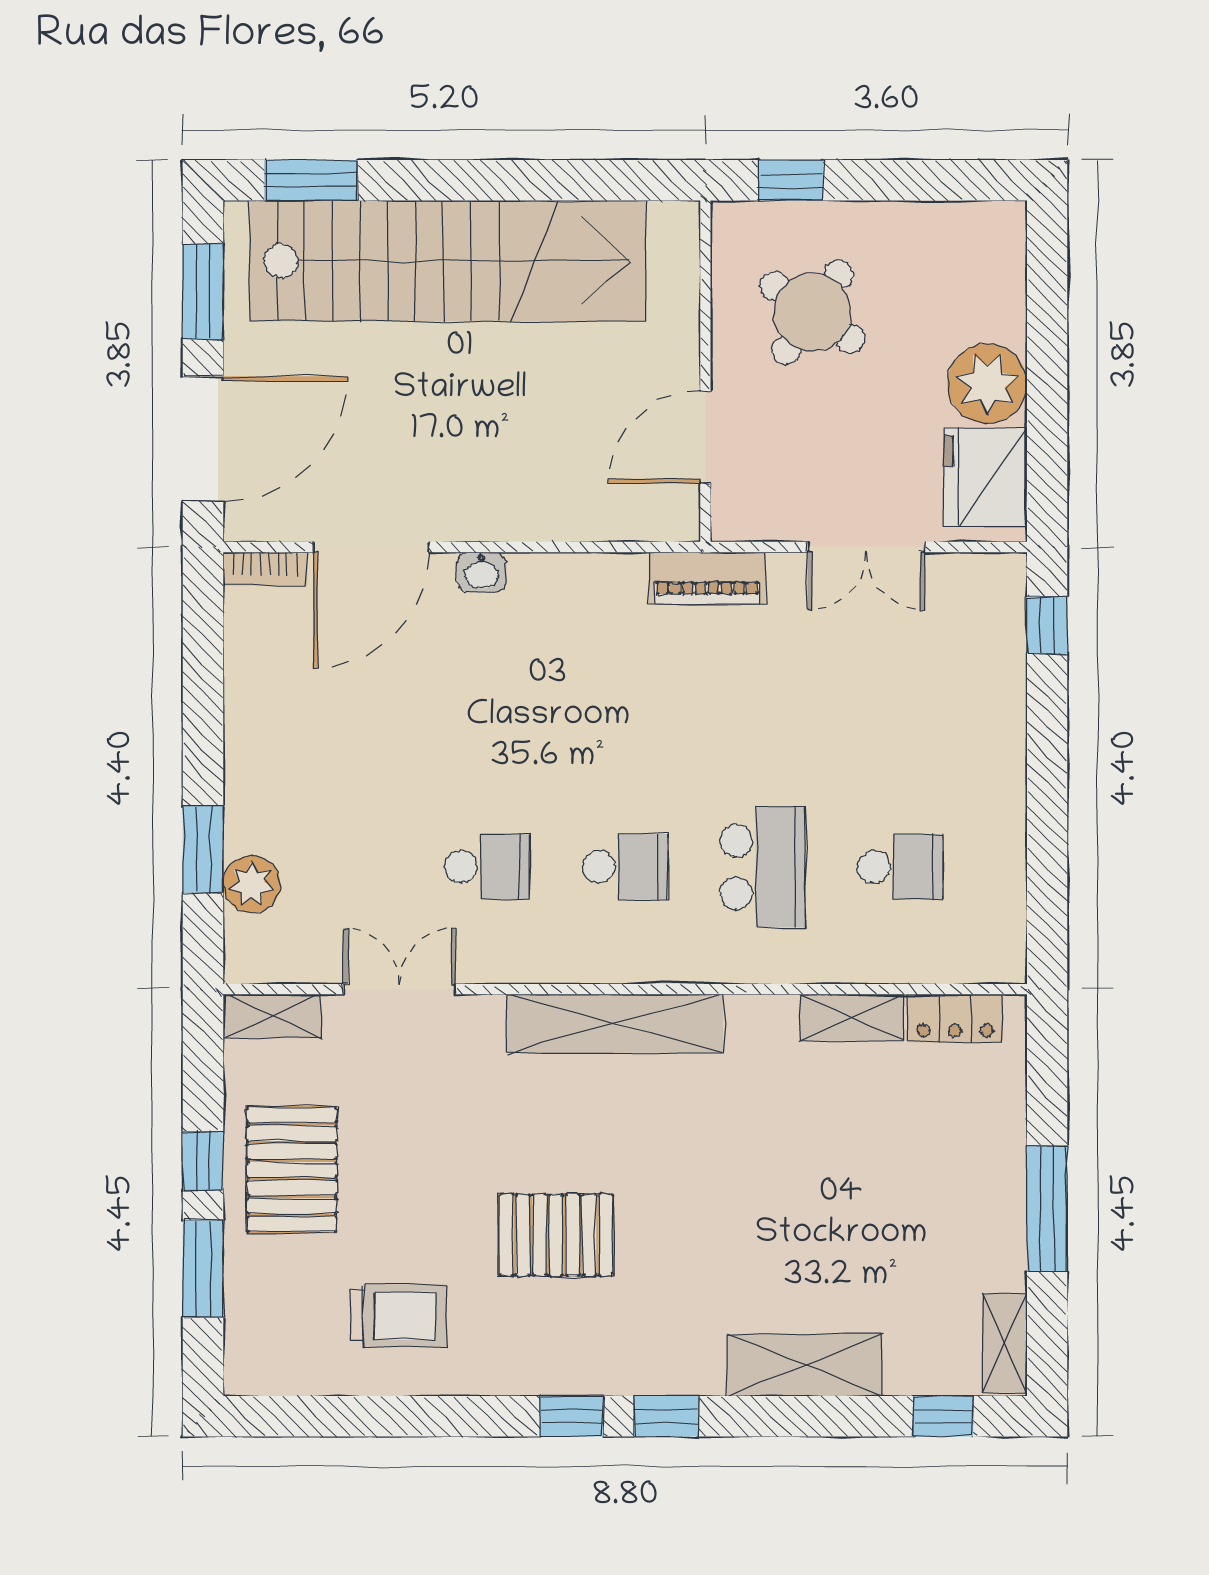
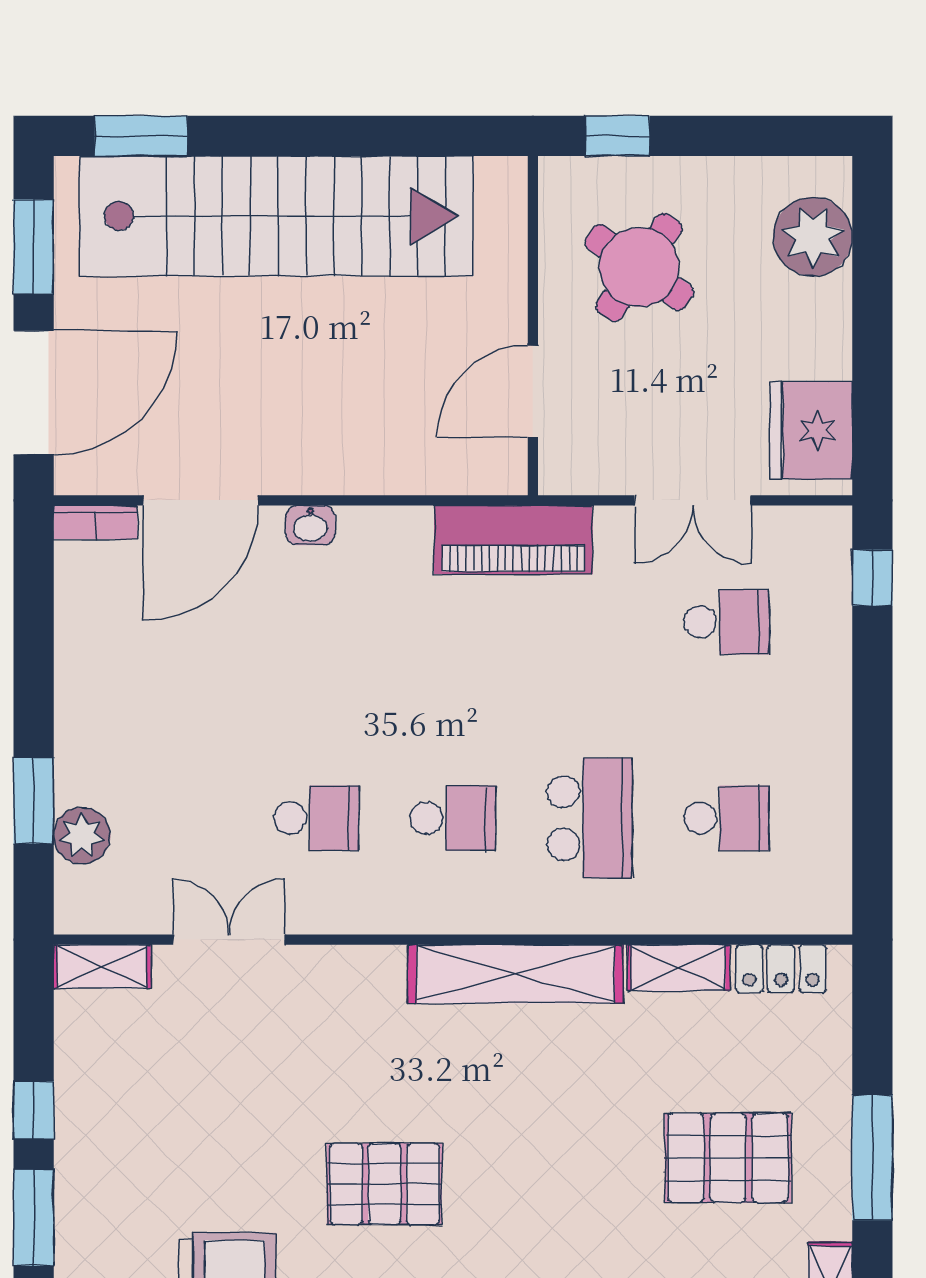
plant: (987, 384) -> (813, 237), moved
piano: (707, 578) -> (513, 540), width x1.37, depth x1.33
school desk: (900, 669) -> (726, 622), added
shelving: (615, 1024) -> (516, 974), moved
pallet: (292, 1170) -> (728, 1158), moved, turned 90

